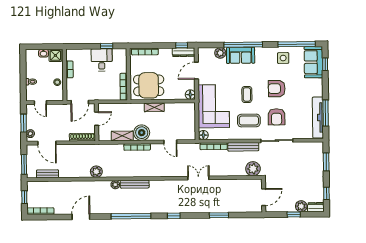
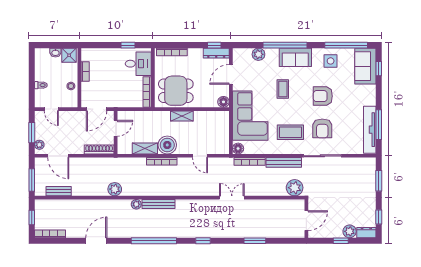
sofa: (241, 55) -> (295, 57), moved
desk: (102, 60) -> (138, 64), moved, turned 90
coffee table: (247, 94) -> (283, 89), moved

